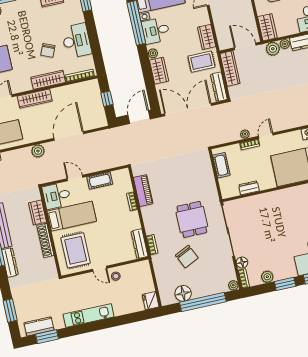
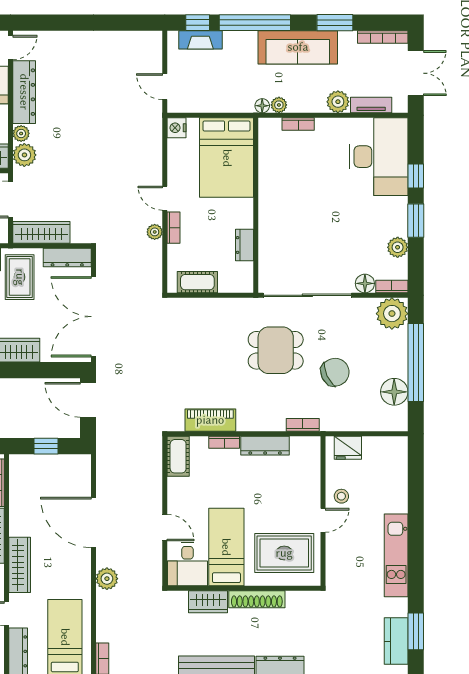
door: (75, 178) -> (165, 528), swing flipped
cot: (100, 181) -> (178, 456), moved
dresser: (139, 244) -> (265, 446), moved
plant: (233, 285) -> (392, 314), width x1.88, depth x1.88
fridge: (151, 301) -> (348, 448), moved

